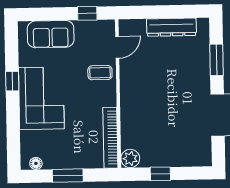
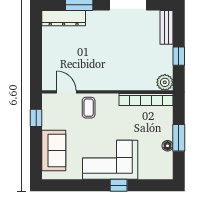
dresser: (171, 27) -> (64, 18), moved, turned 90
window: (12, 81) -> (119, 185), moved
bench: (193, 159) -> (166, 27), added
floor lamp: (36, 163) -> (168, 146), moved

